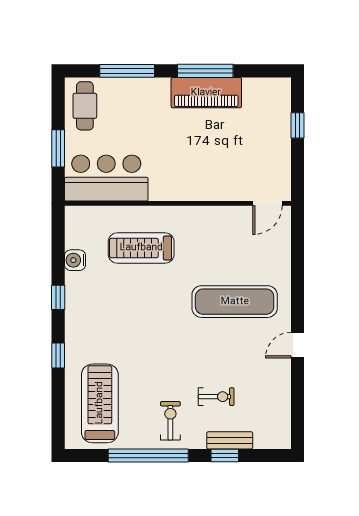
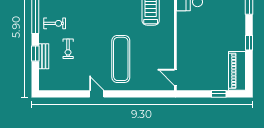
window: (205, 71) -> (249, 43), width x0.46
piano: (206, 93) -> (237, 71), moved

